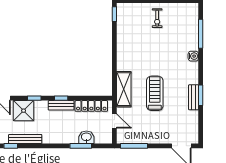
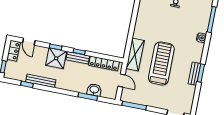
treadmill: (155, 93) -> (161, 63), width x1.37, depth x1.38
shower: (24, 111) -> (56, 58), moved

